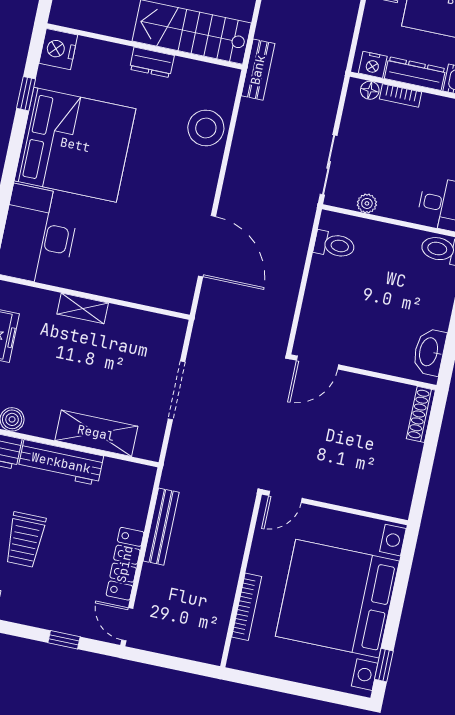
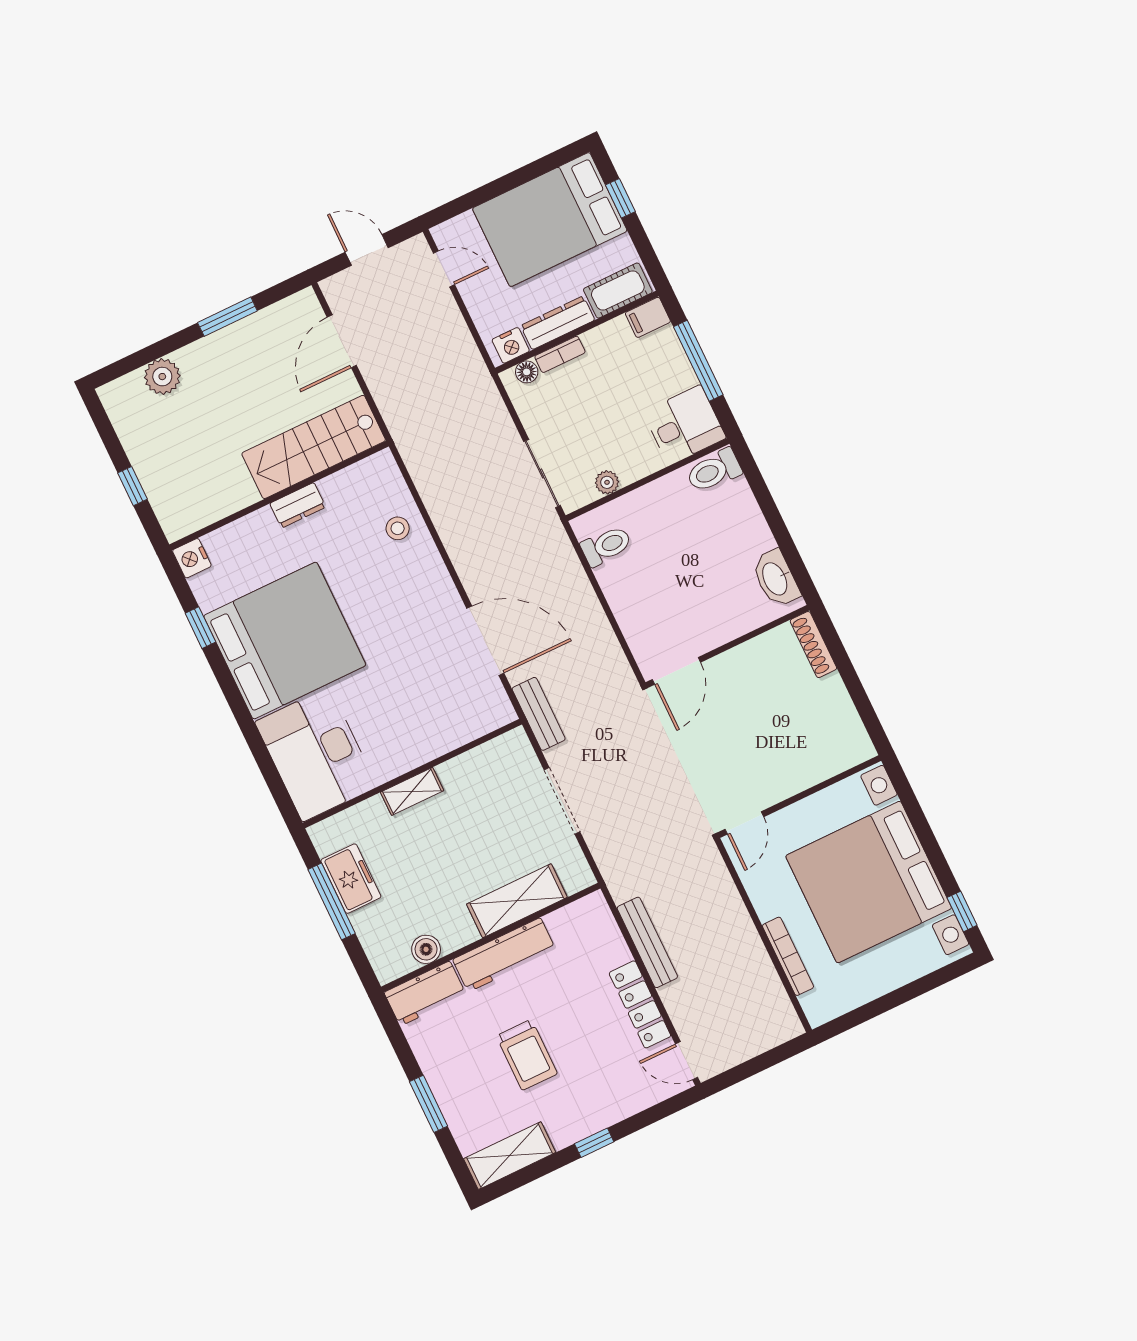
nightstand: (58, 49) -> (192, 558), width x0.74, depth x0.75
bench: (258, 70) -> (539, 714), moved
stool: (206, 128) -> (398, 528), width x0.53, depth x0.53
window: (64, 640) -> (594, 1143), moved

